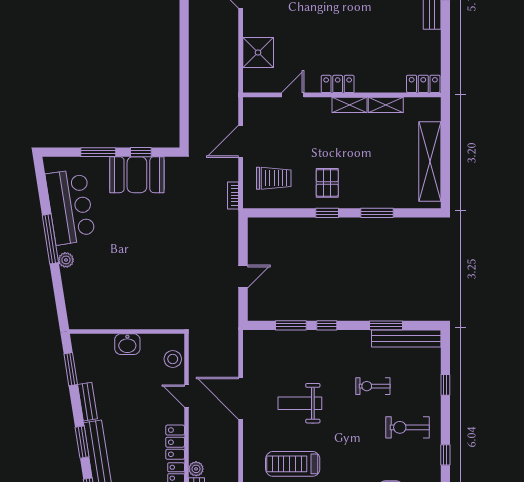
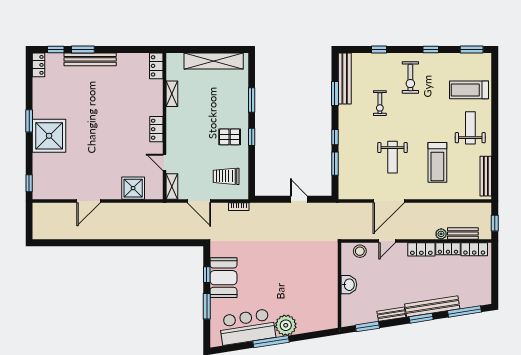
shelving: (350, 105) -> (172, 186), moved
trolley: (274, 178) -> (226, 176), turned -90
plant: (66, 260) -> (286, 325), width x1.87, depth x1.87

